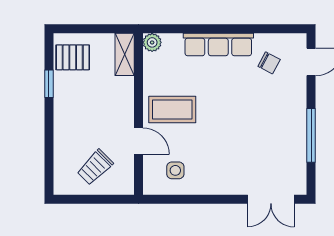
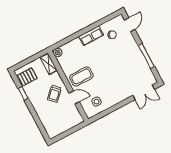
row of seats: (218, 44) -> (91, 36), width x0.68
trolley: (95, 167) -> (54, 94), moved

